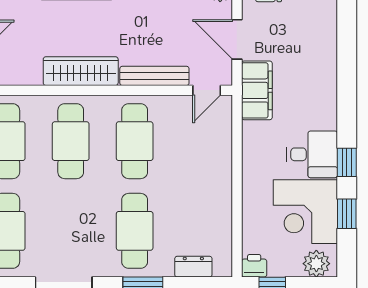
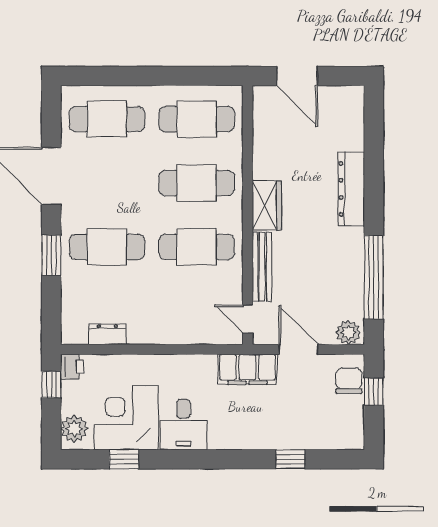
door: (237, 39) -> (299, 349), hinge flipped
wardrobe: (81, 71) -> (267, 205), width x0.67
window: (347, 162) -> (290, 459), moved
dresser: (193, 267) -> (107, 334), moved, turned -90

